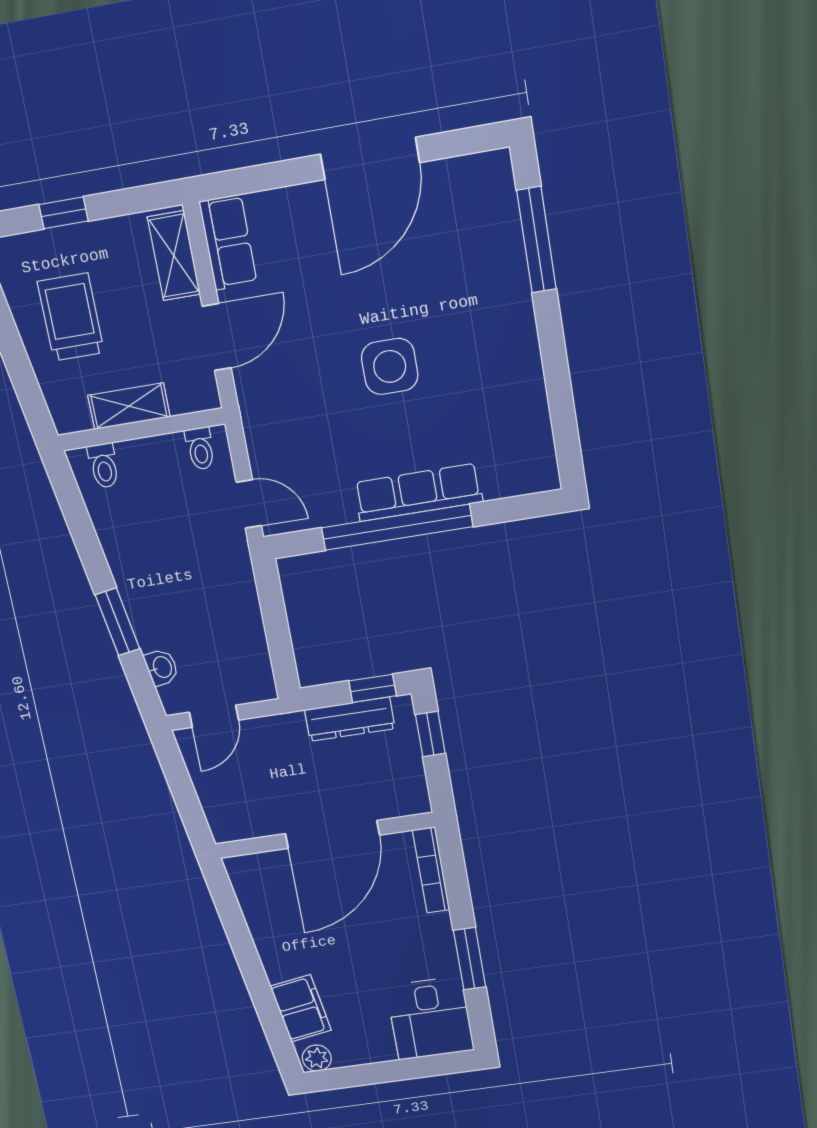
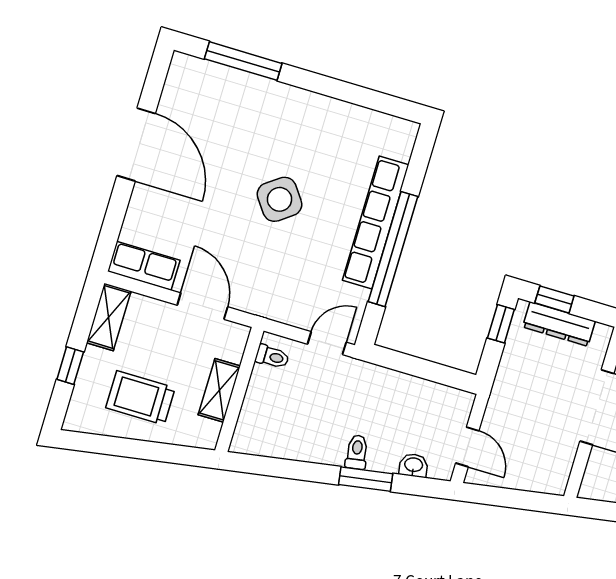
shelving: (174, 256) -> (109, 317), moved, turned 90
side table: (390, 366) -> (280, 199), turned -36
toilet: (104, 466) -> (357, 452), moved, turned -99
row of seats: (418, 492) -> (376, 223), width x1.36
dresser: (350, 719) -> (559, 324), moved, turned 90

